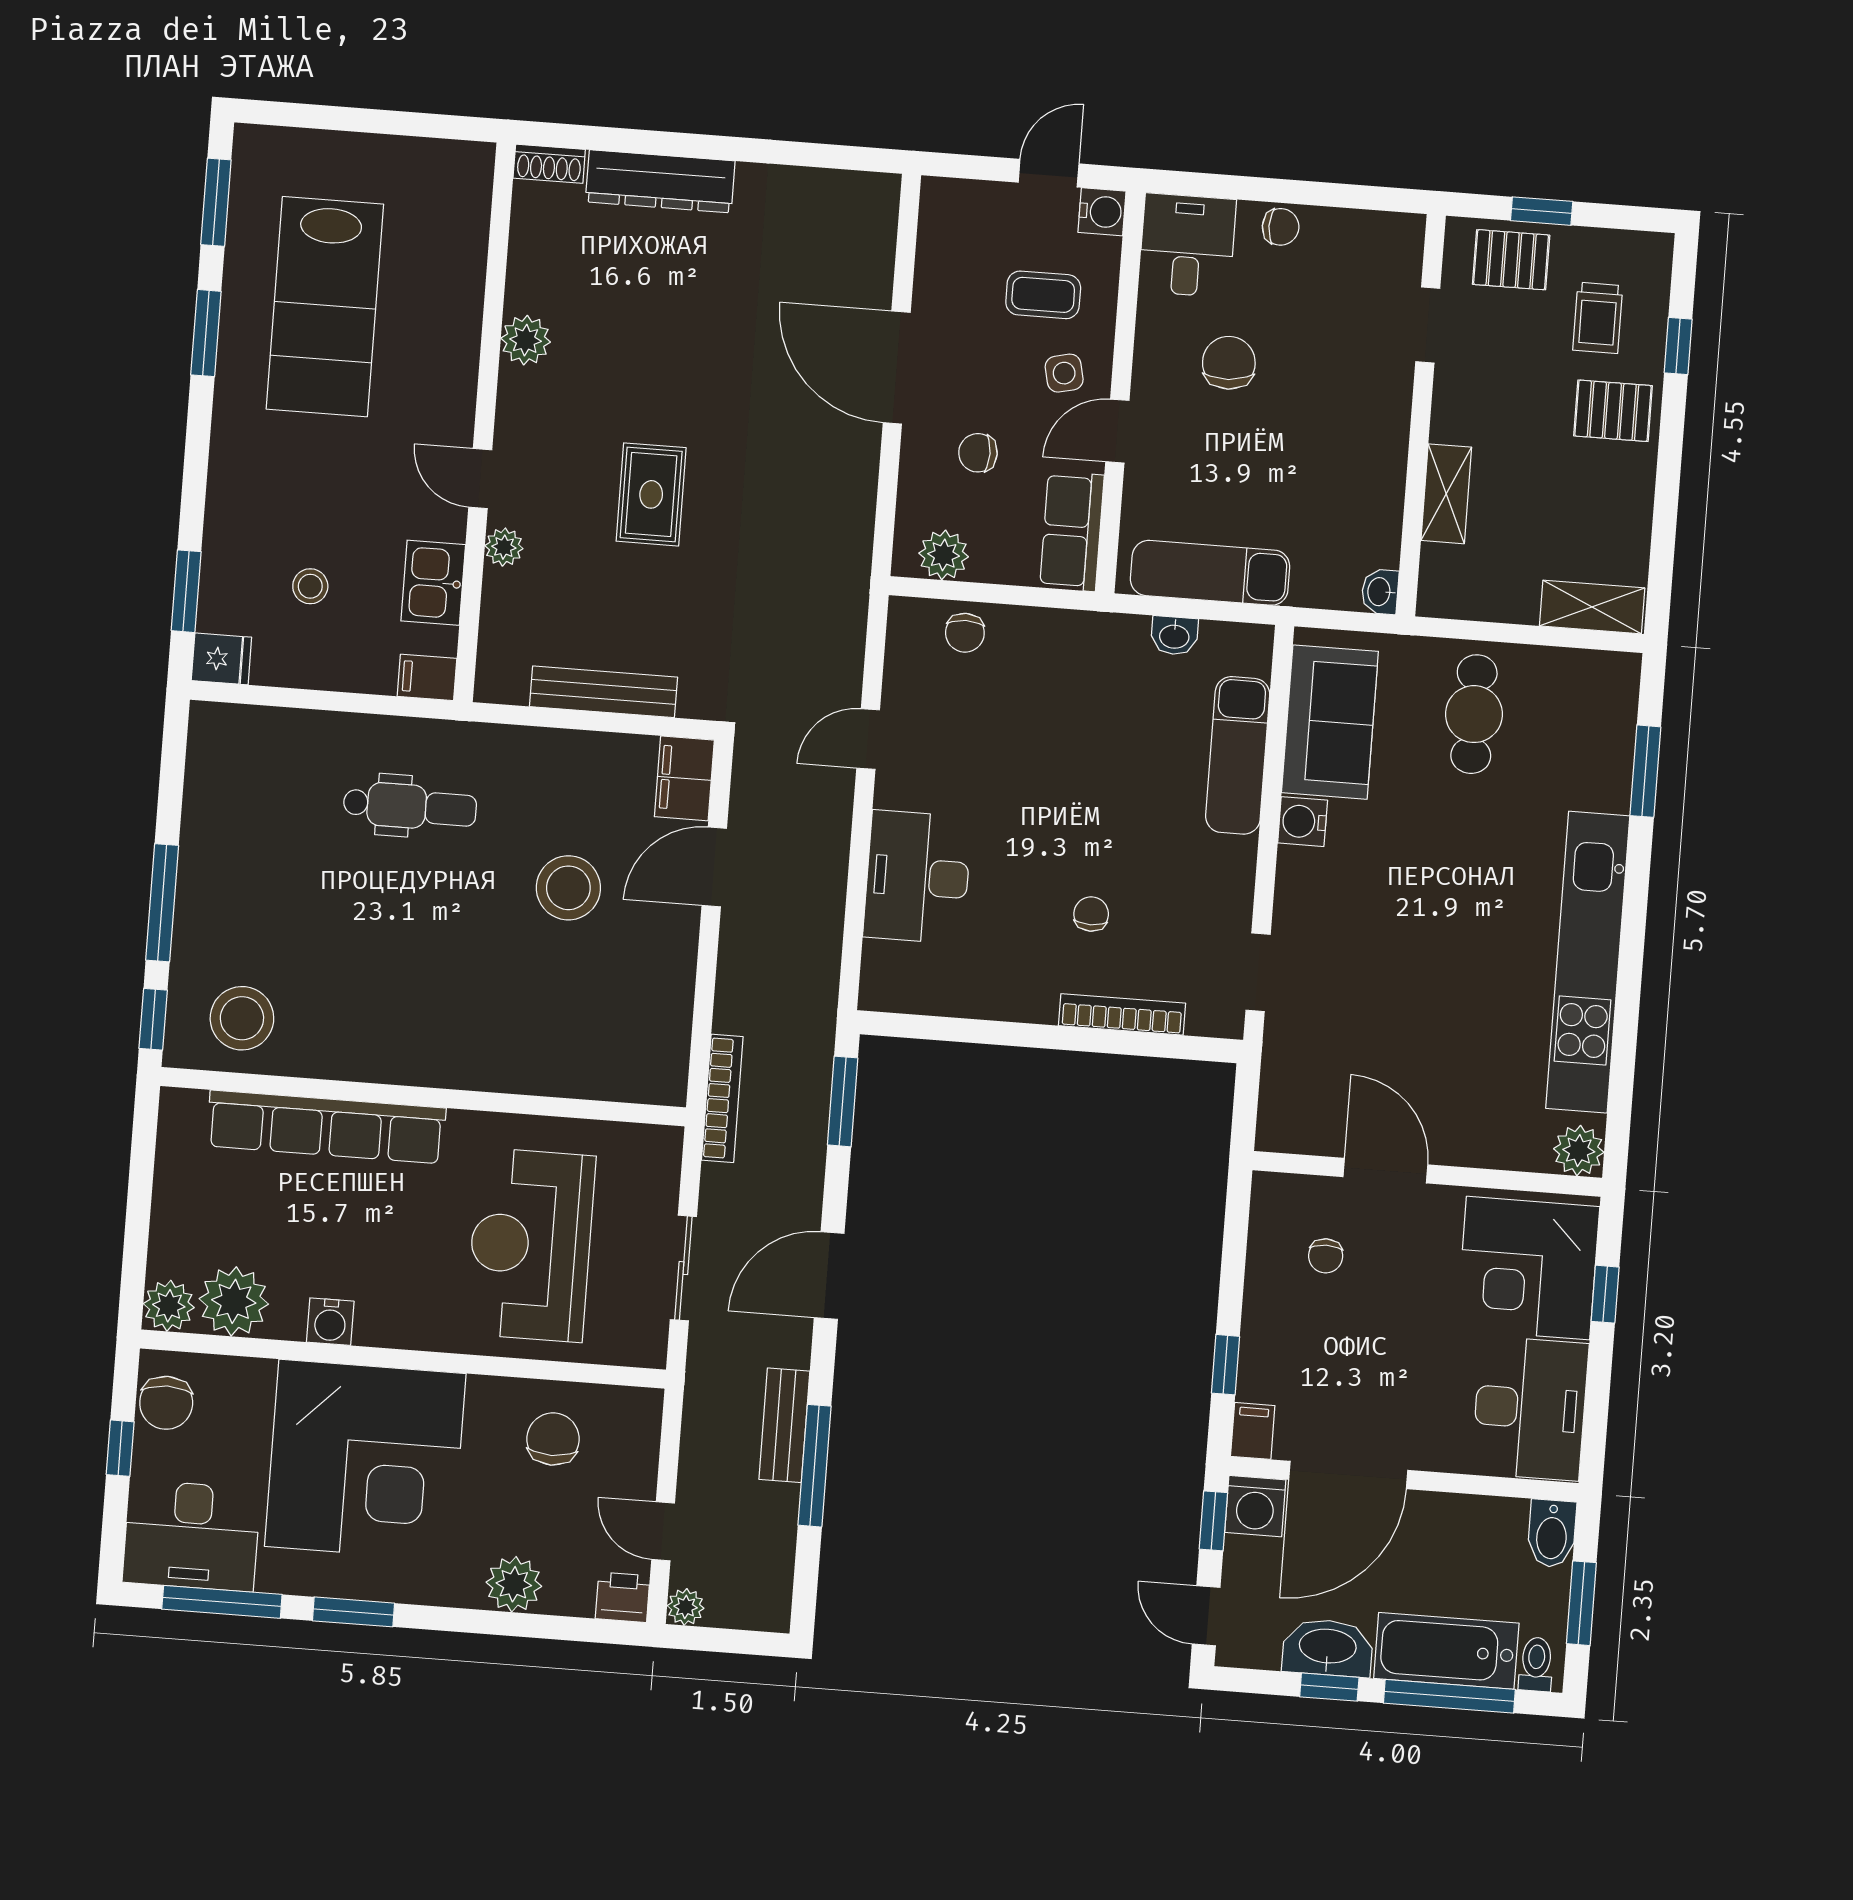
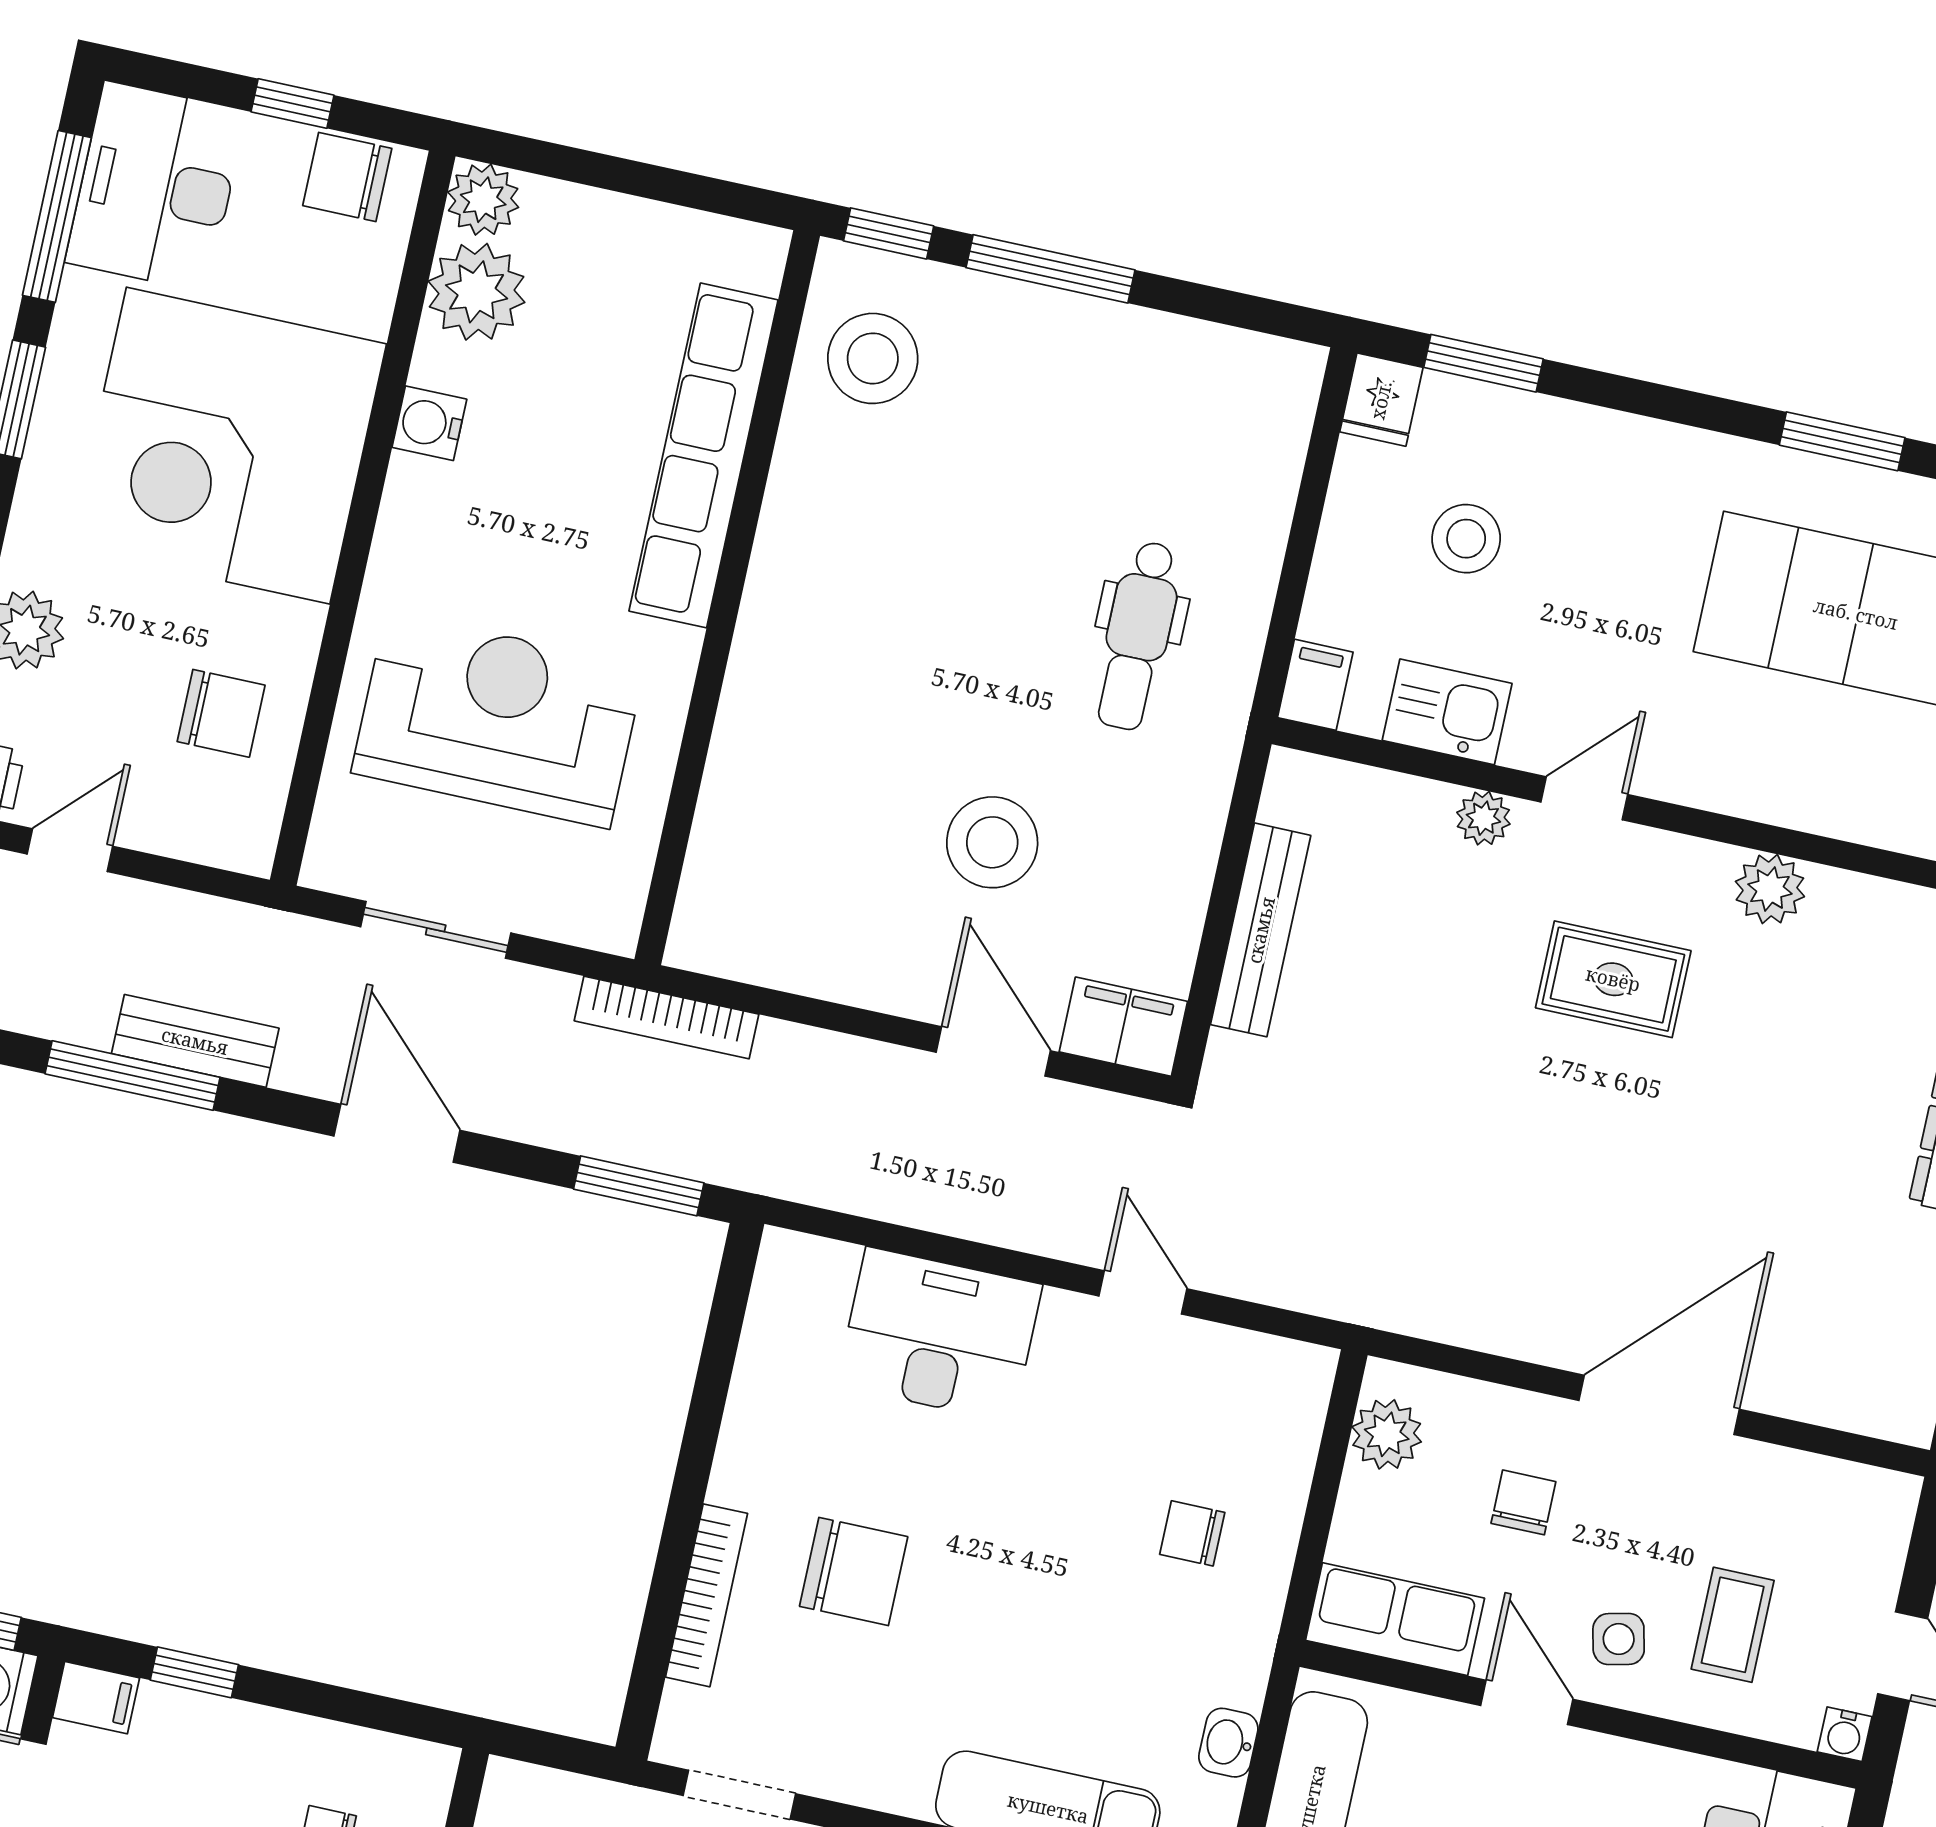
water cooler: (1102, 212) -> (1845, 1734), width x0.72, depth x0.72
rug: (651, 494) -> (1613, 979), moved
stool: (310, 586) -> (1466, 539), width x1.37, depth x1.37
chair: (965, 633) -> (1192, 1533), moved
chair: (1091, 914) -> (854, 1572), width x1.87, depth x1.87

